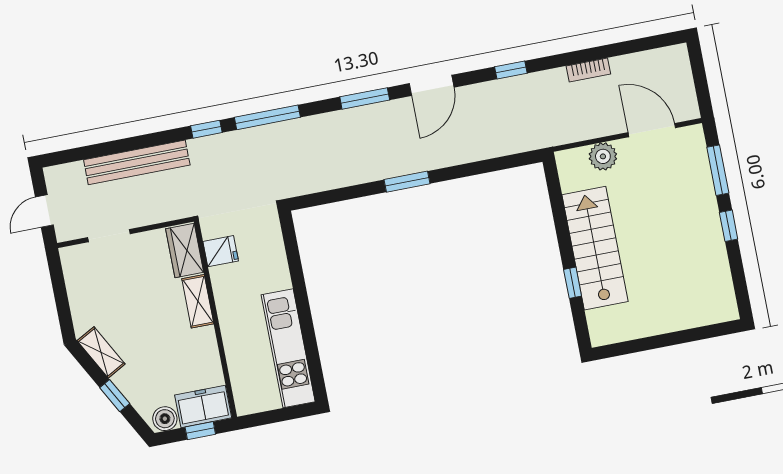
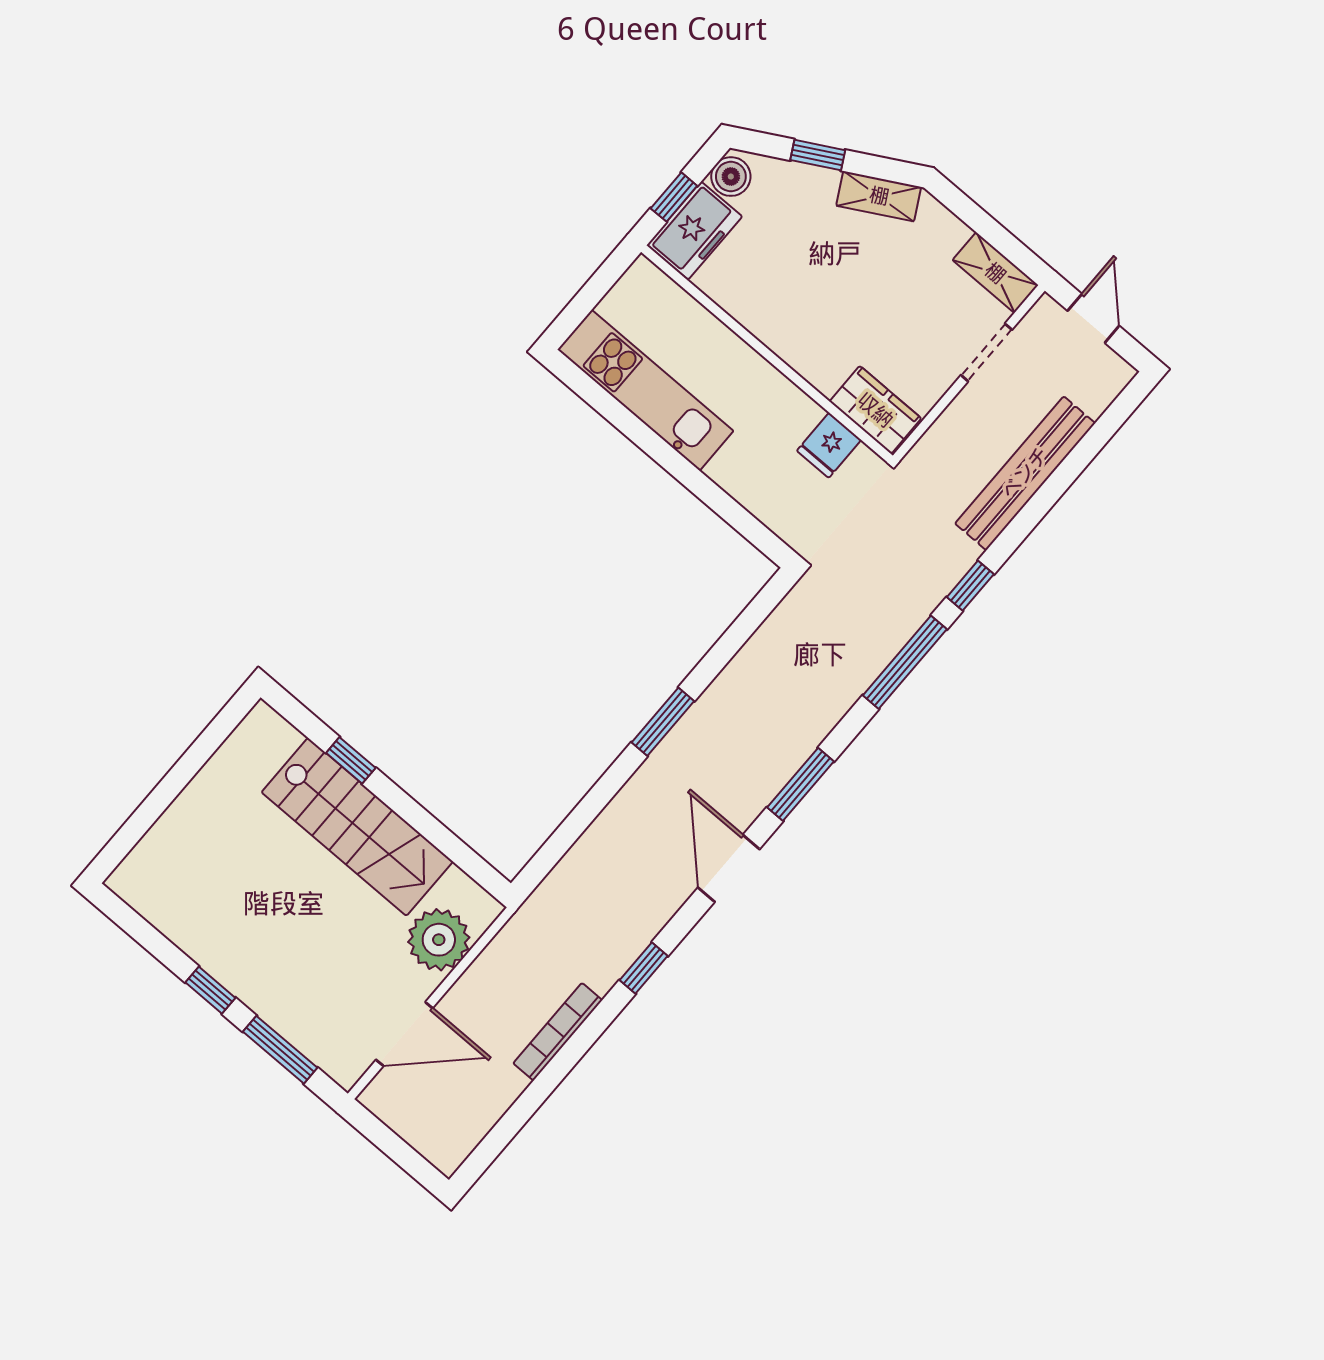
bookcase: (588, 70) -> (558, 1032), width x1.56
plant: (603, 156) -> (439, 940), width x1.36, depth x1.36
shelving: (198, 301) -> (995, 273), moved

